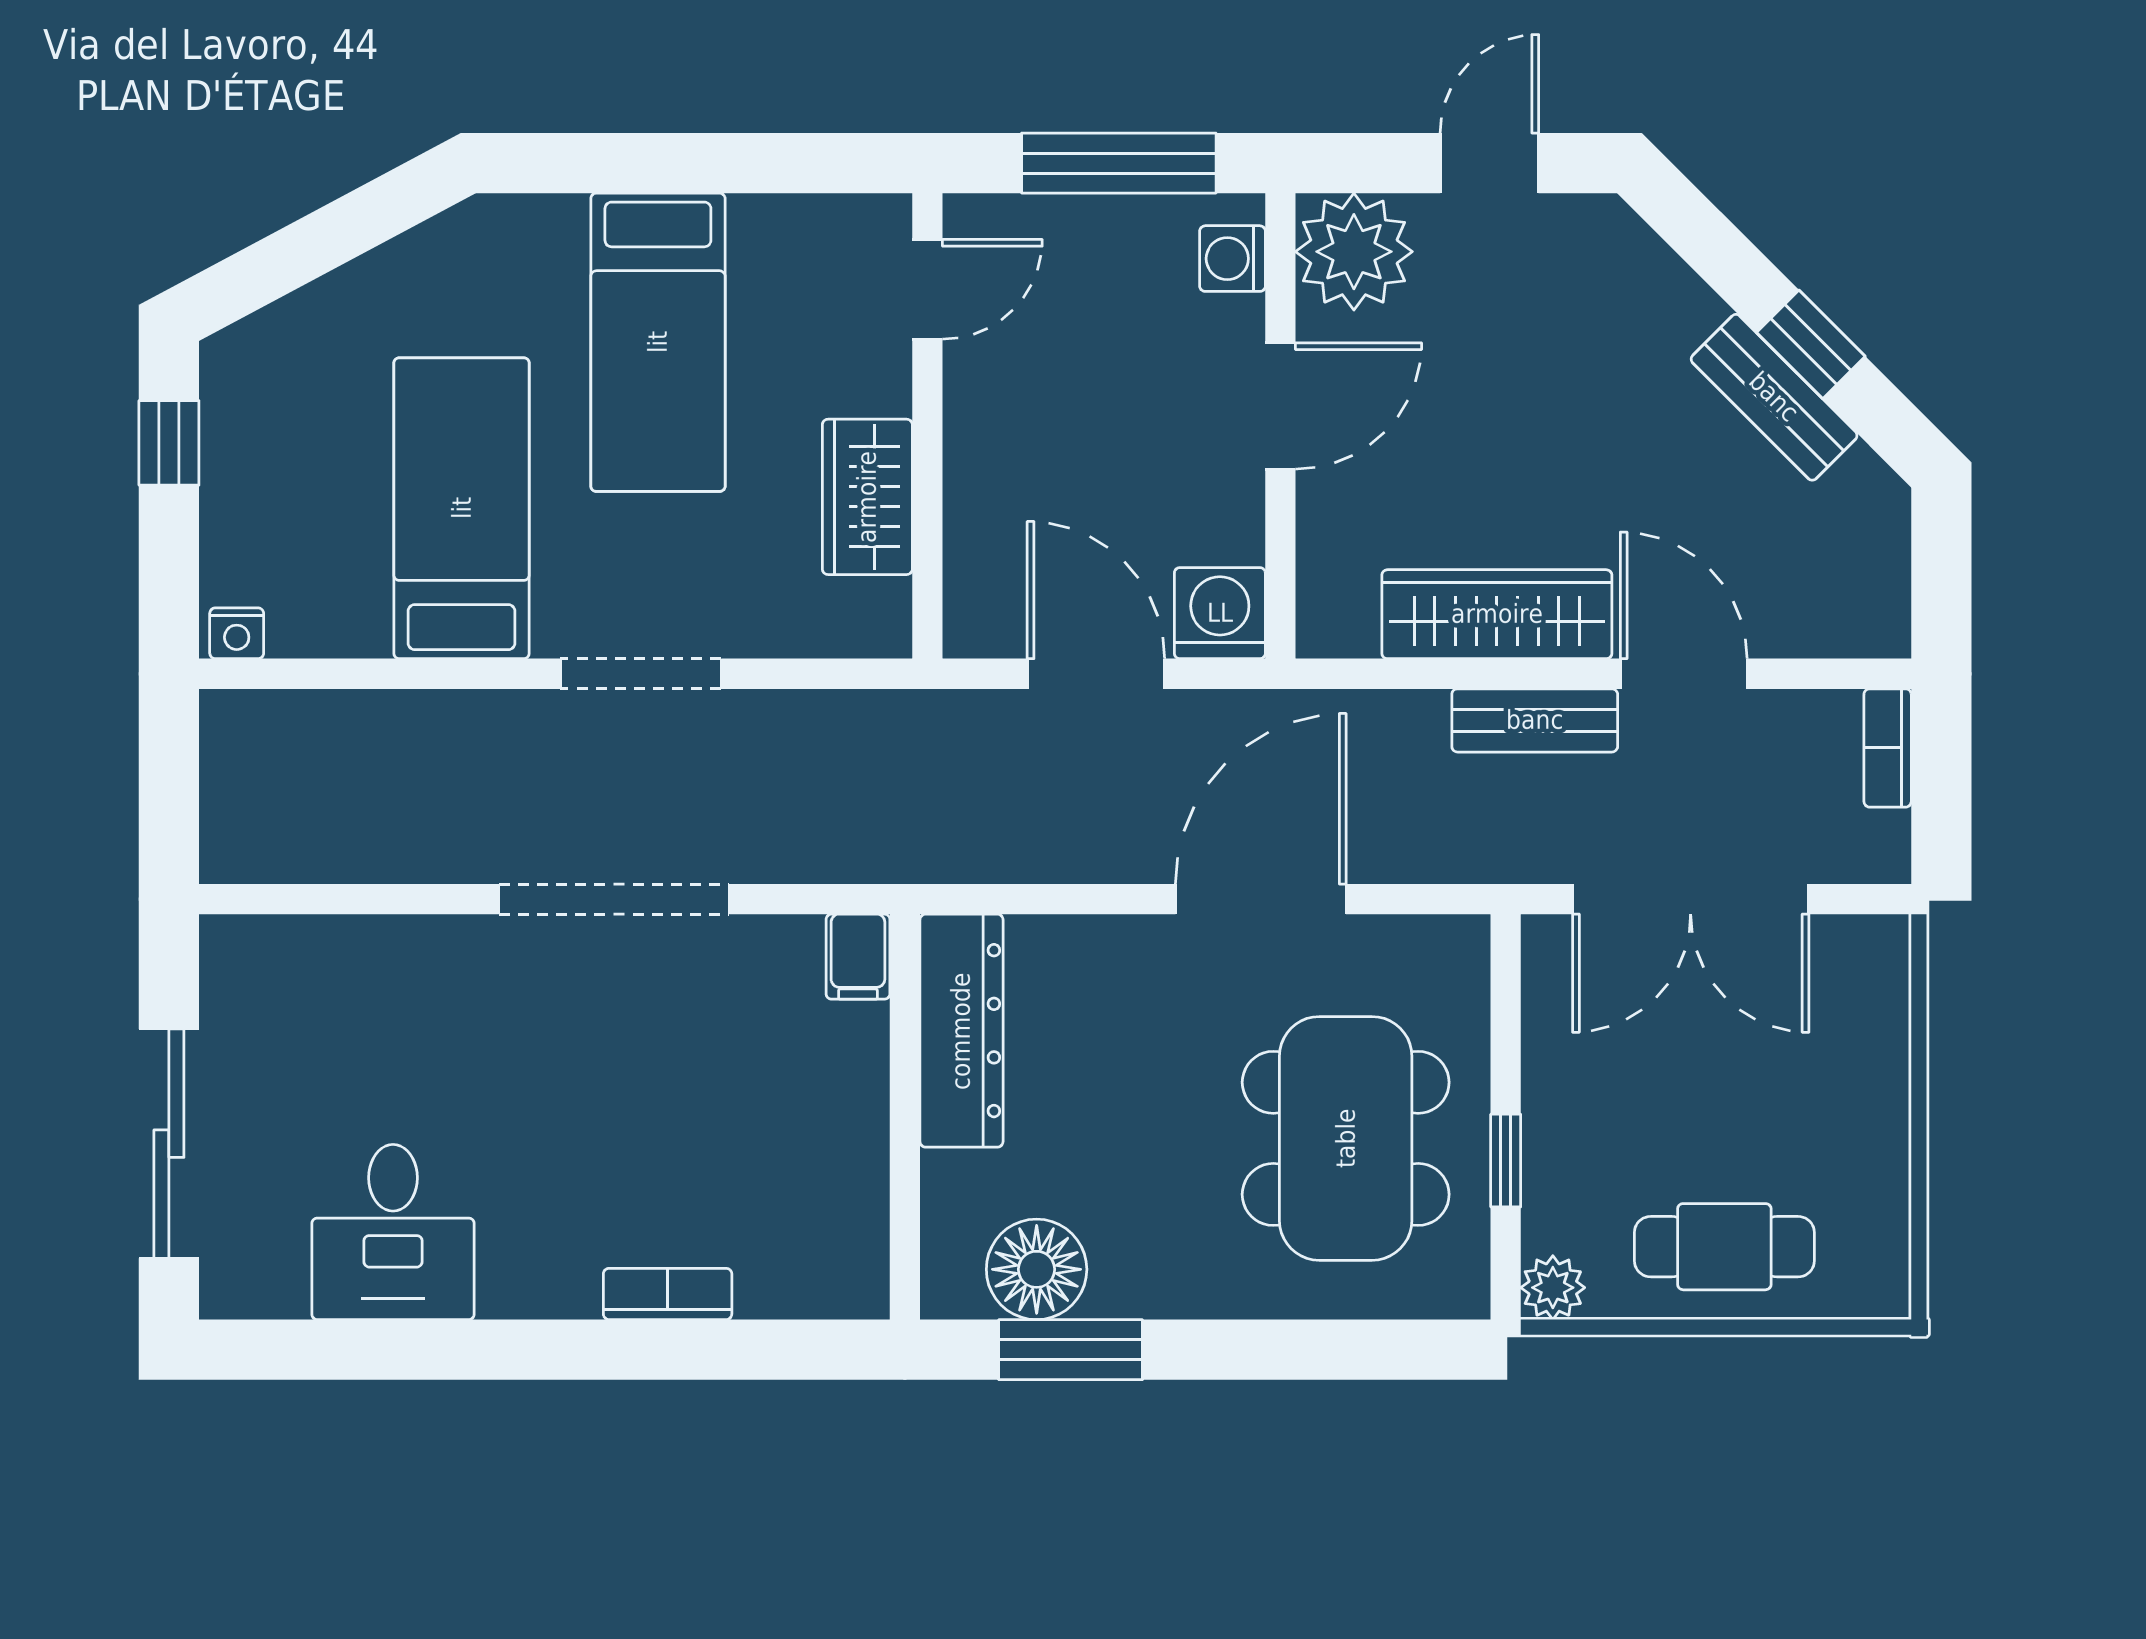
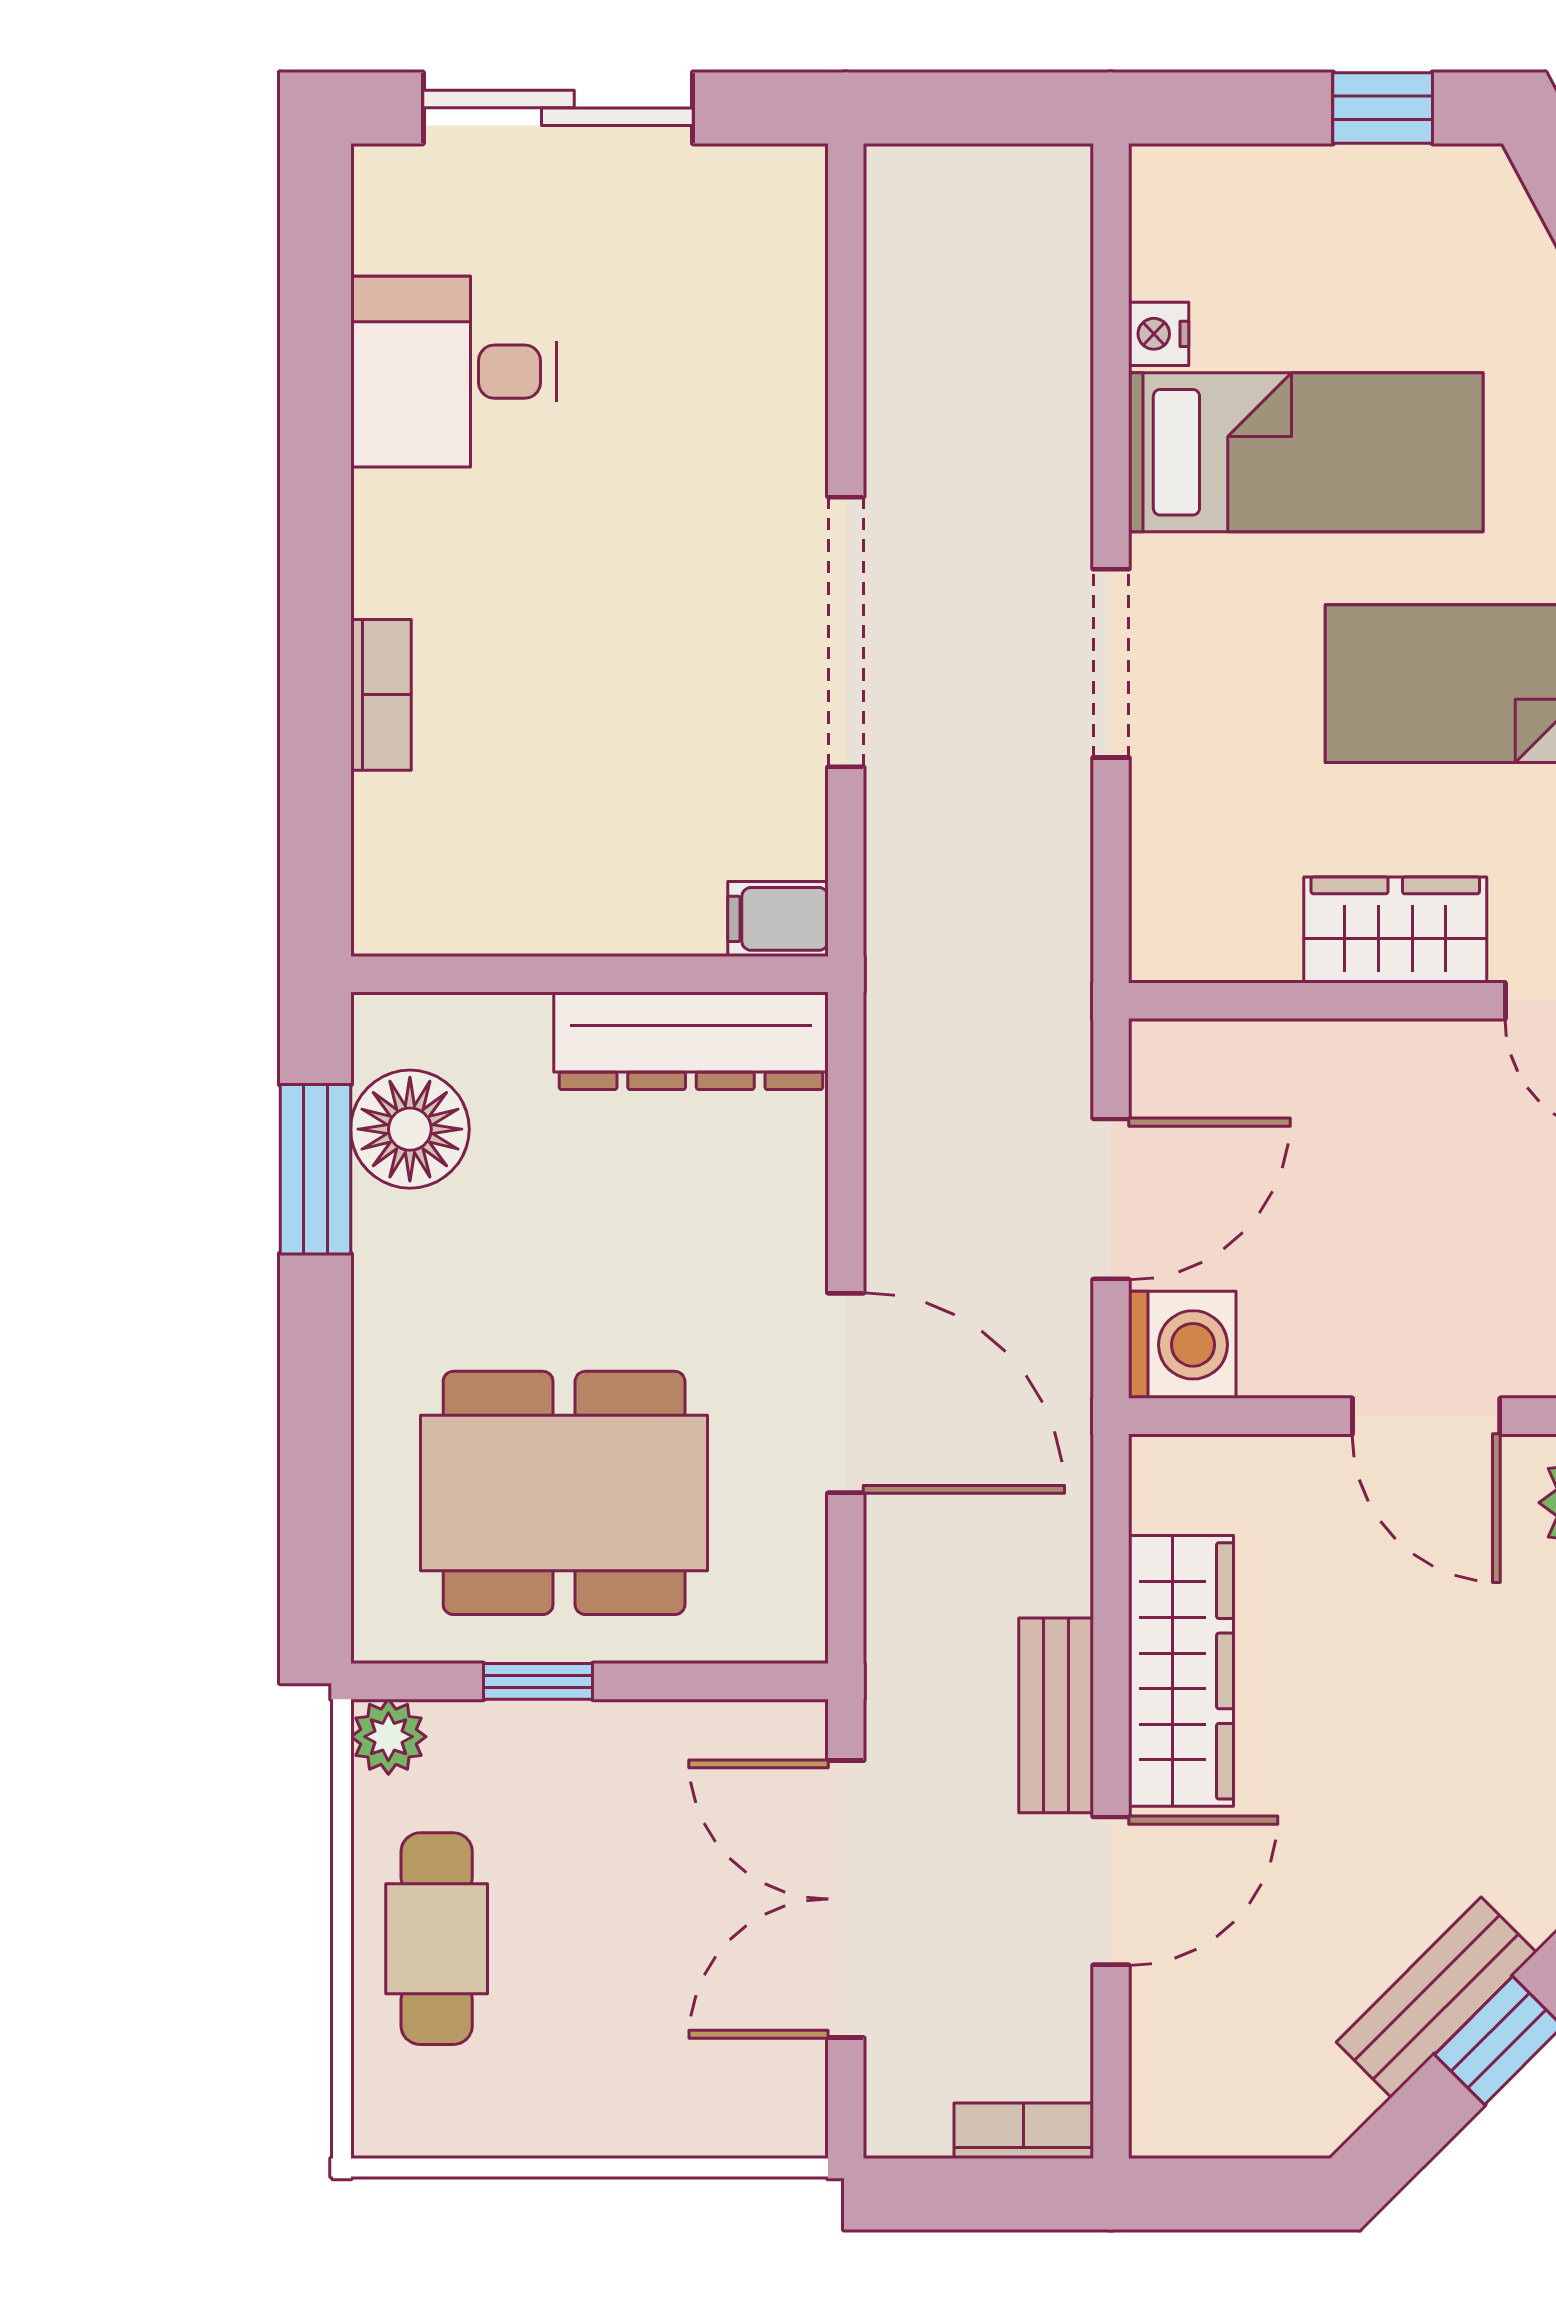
wardrobe: (867, 497) -> (1395, 930), moved
nightstand: (237, 633) -> (1159, 334), moved

